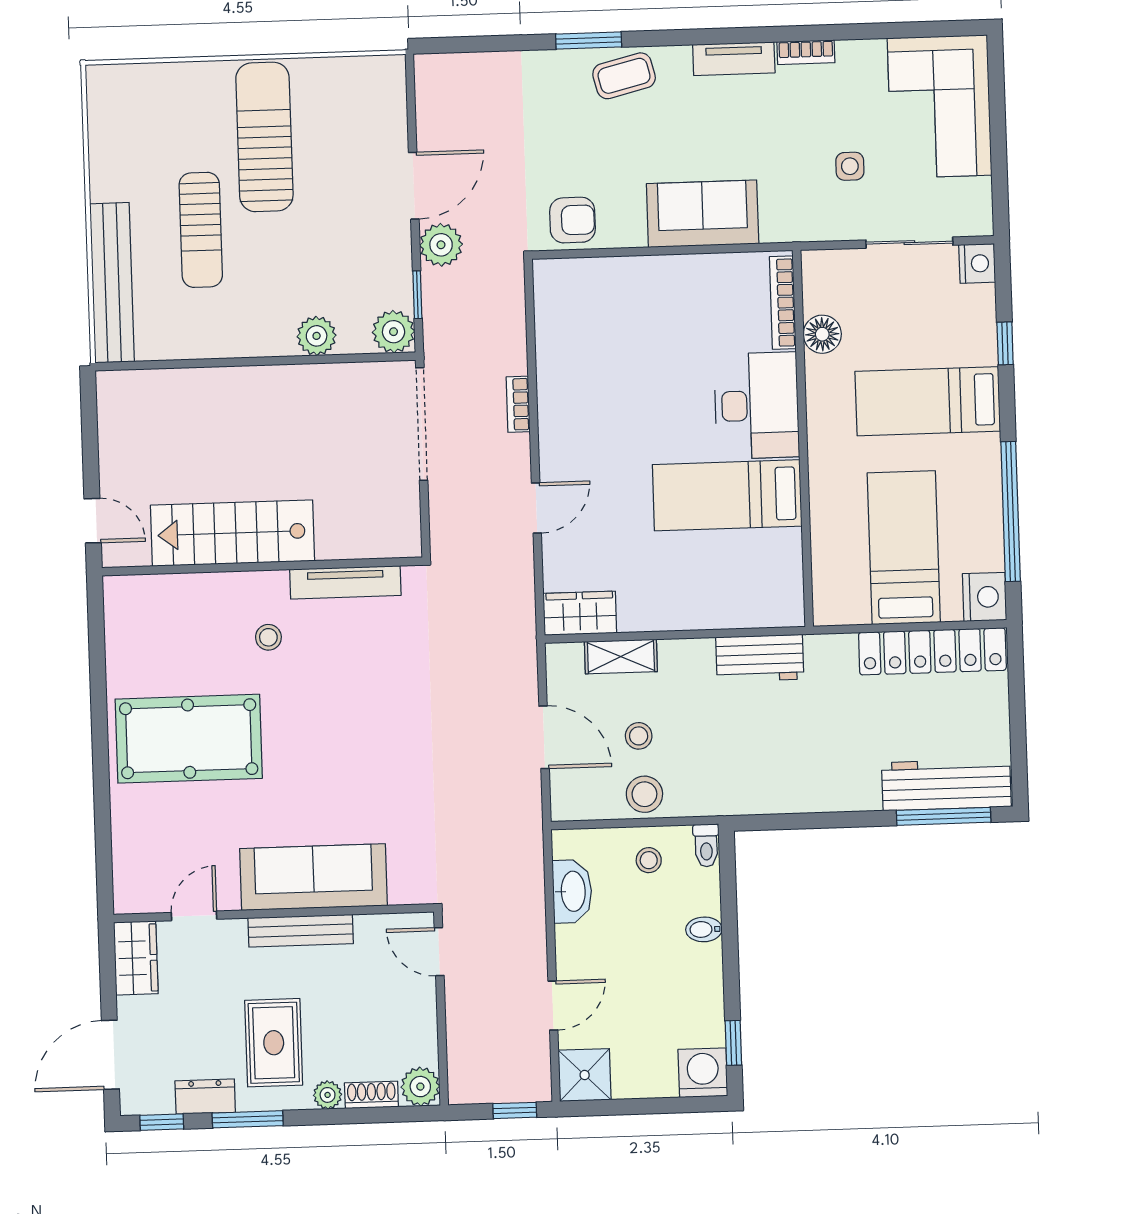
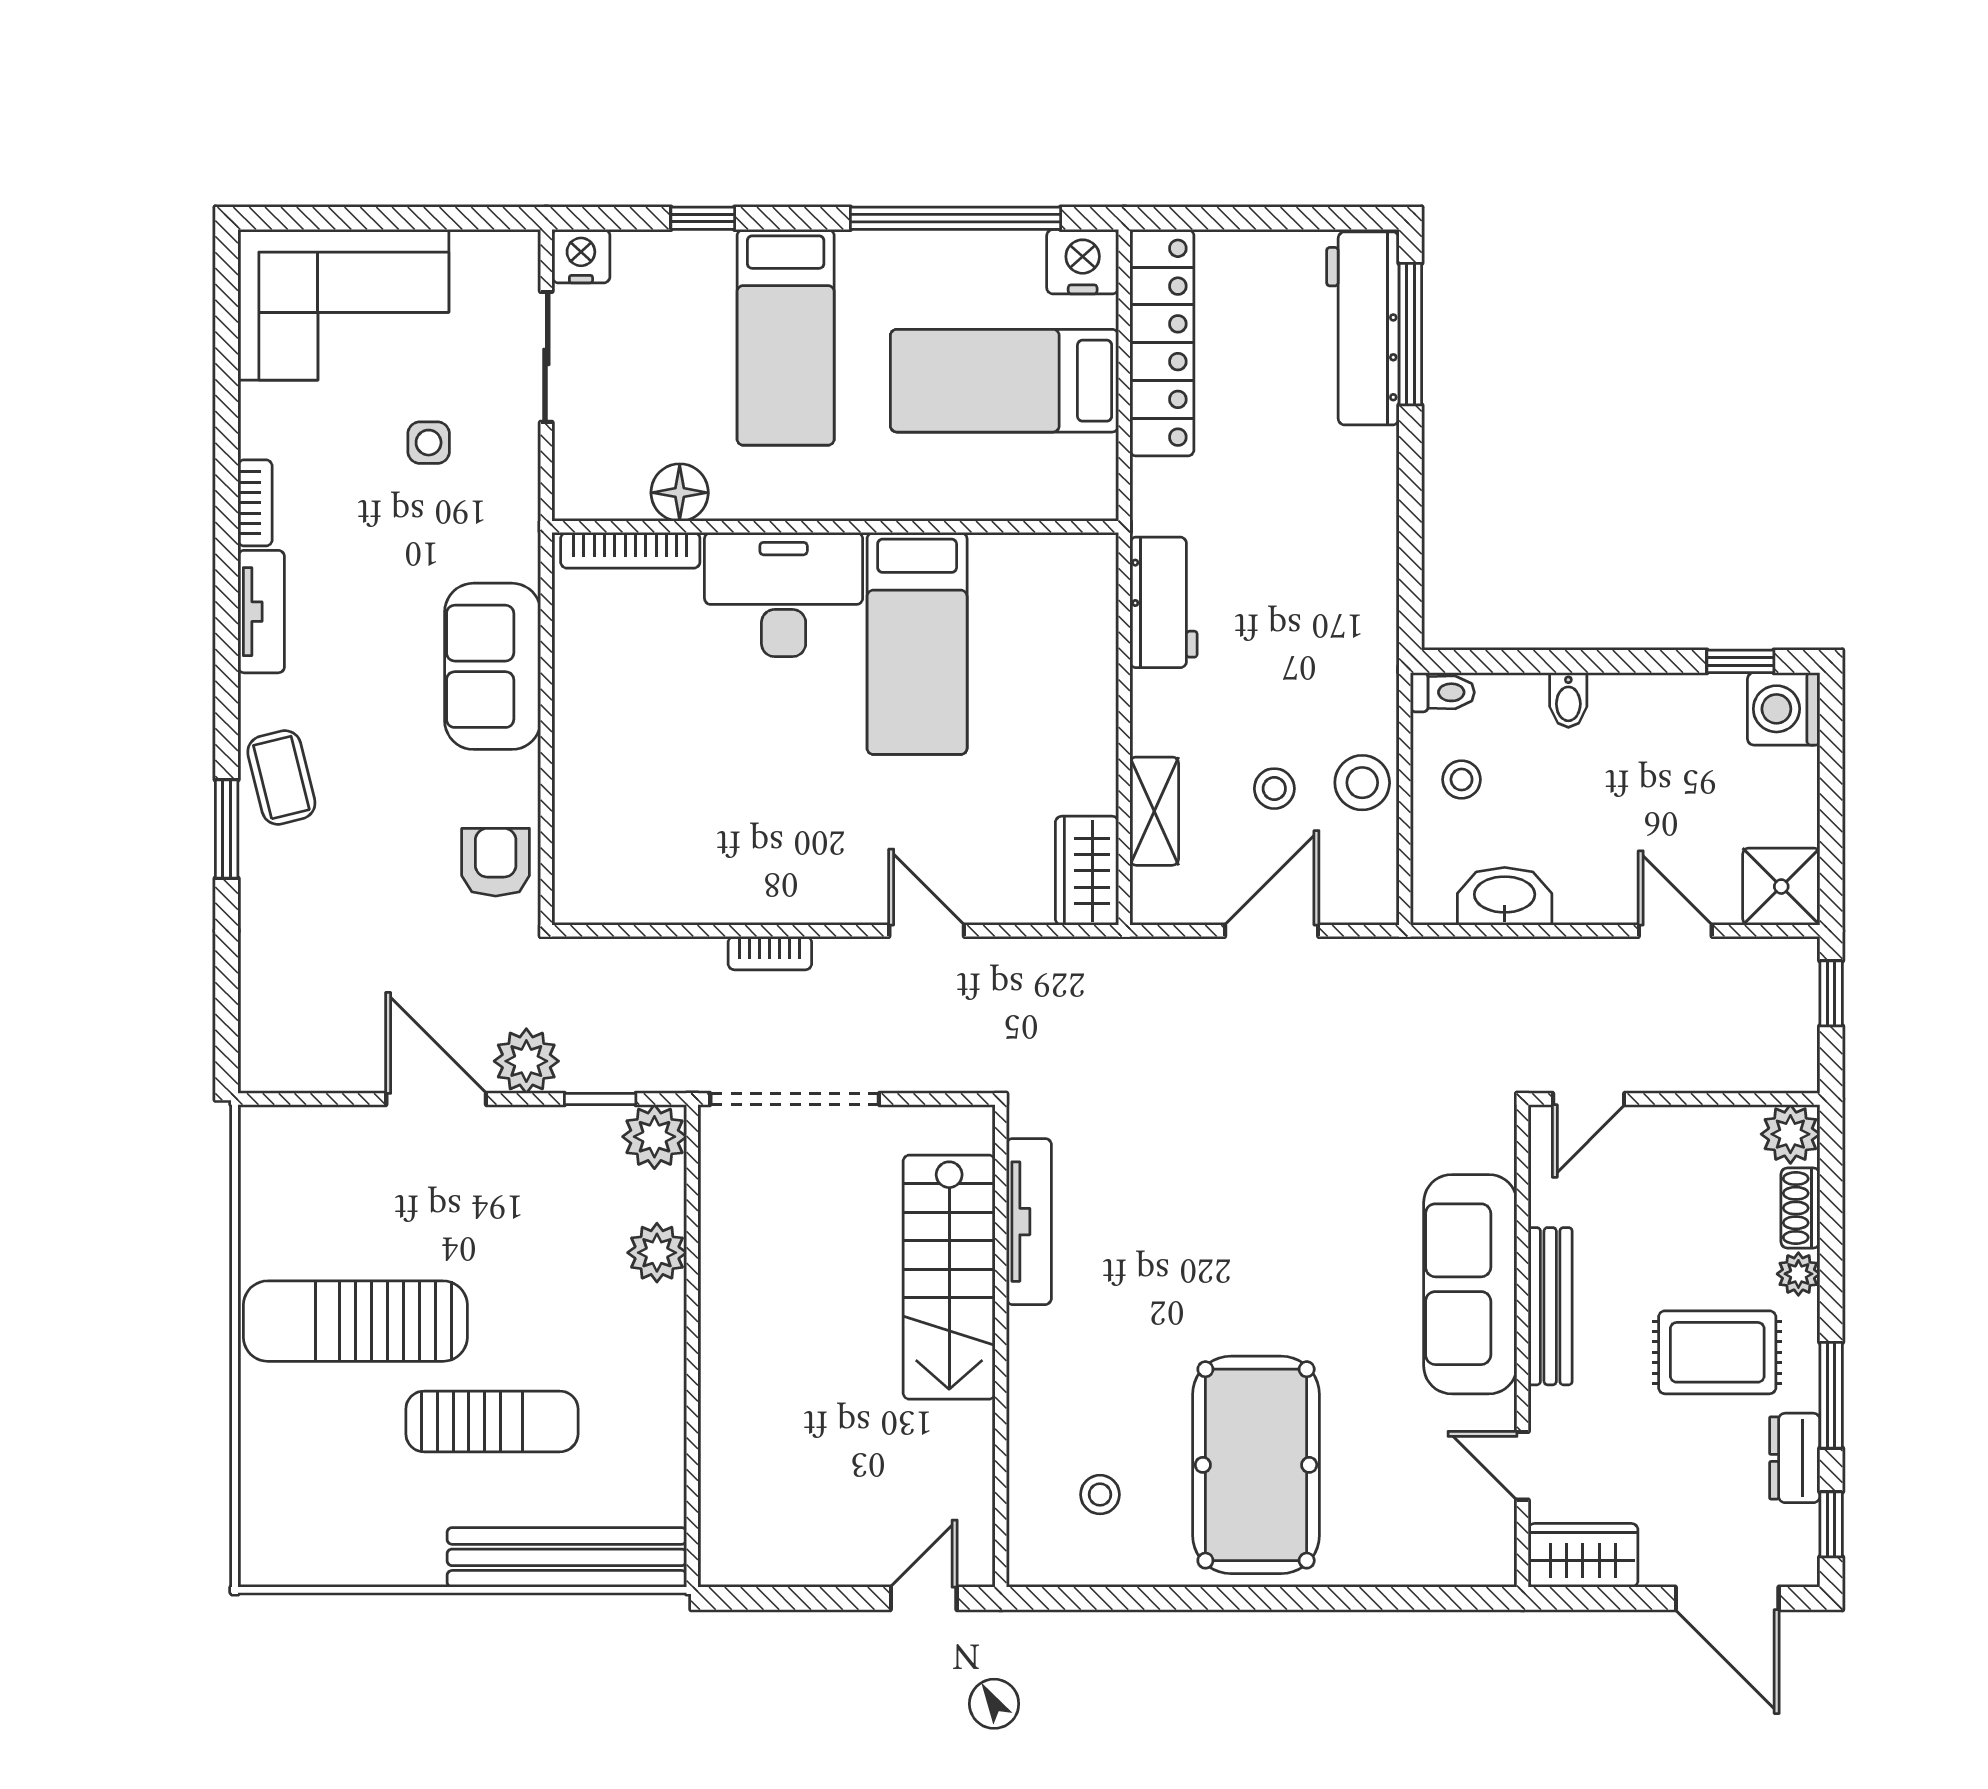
stairs: (233, 533) -> (949, 1277), moved
stool: (268, 637) -> (1100, 1495), moved

